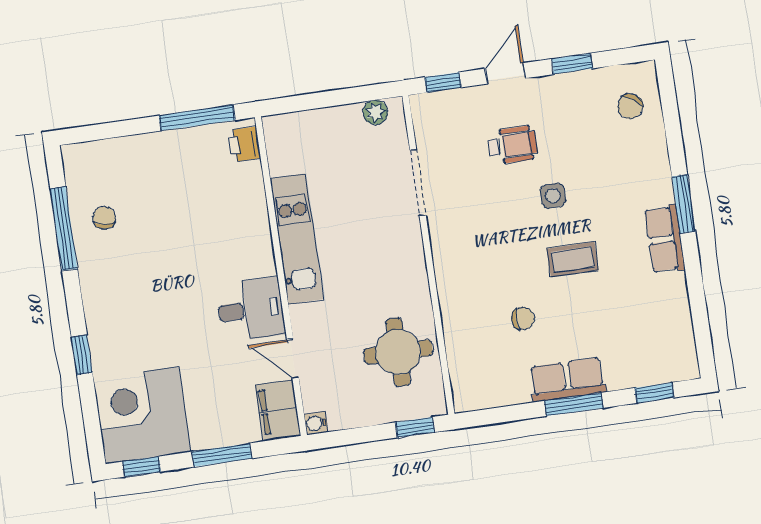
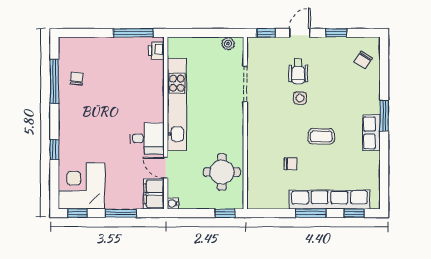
wheelchair: (513, 145) -> (298, 71), turned 90
side table: (553, 196) -> (300, 98), moved
kitchen unit: (297, 239) -> (177, 105), width x1.36
row of seats: (567, 380) -> (329, 200), width x2.02

